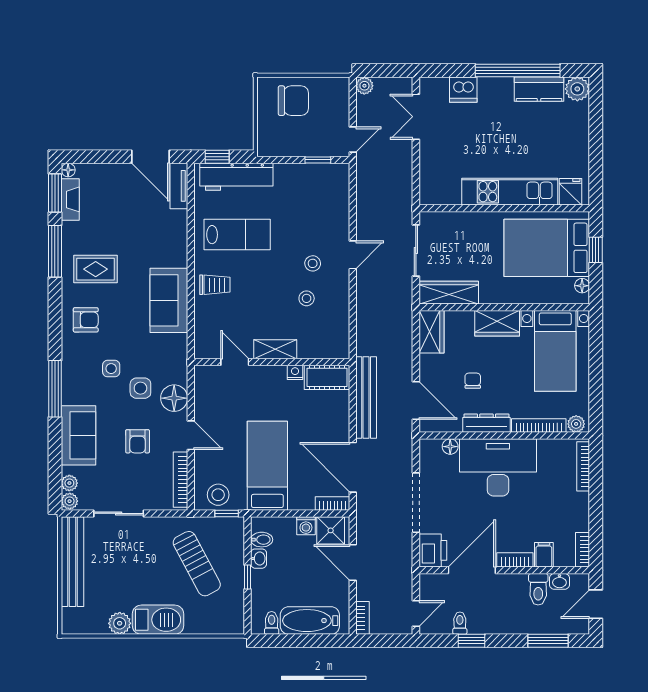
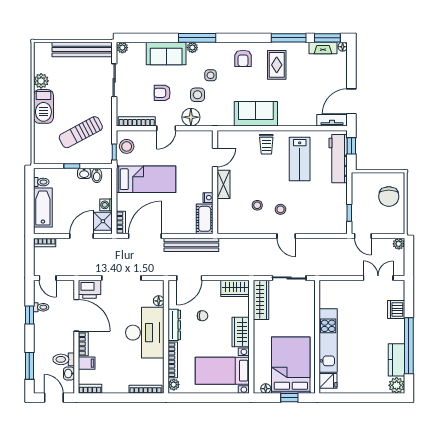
plant: (69, 483) -> (192, 48), moved

